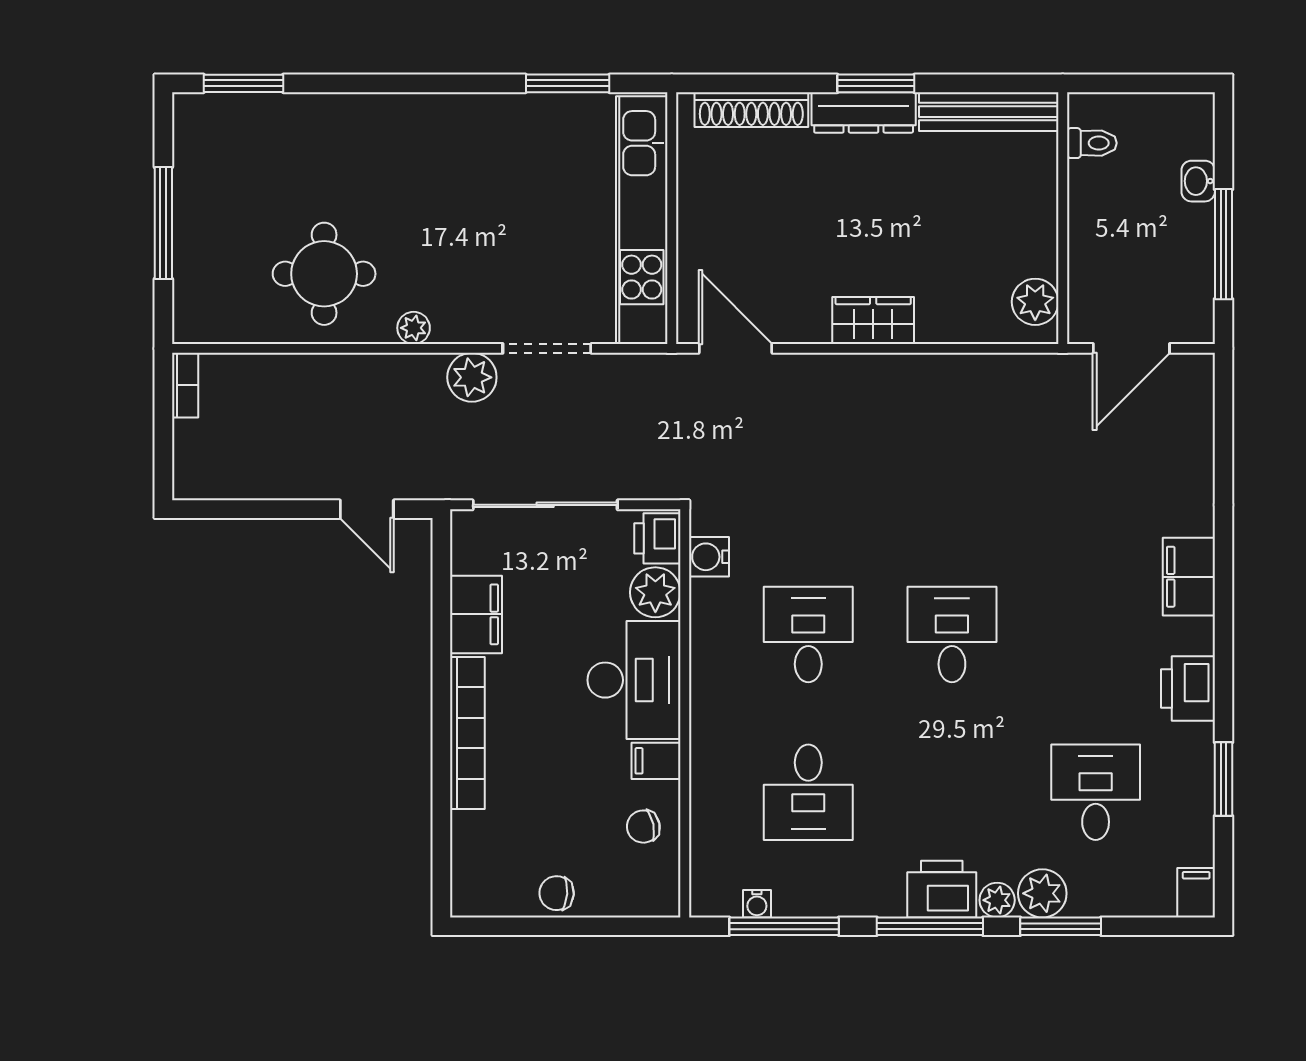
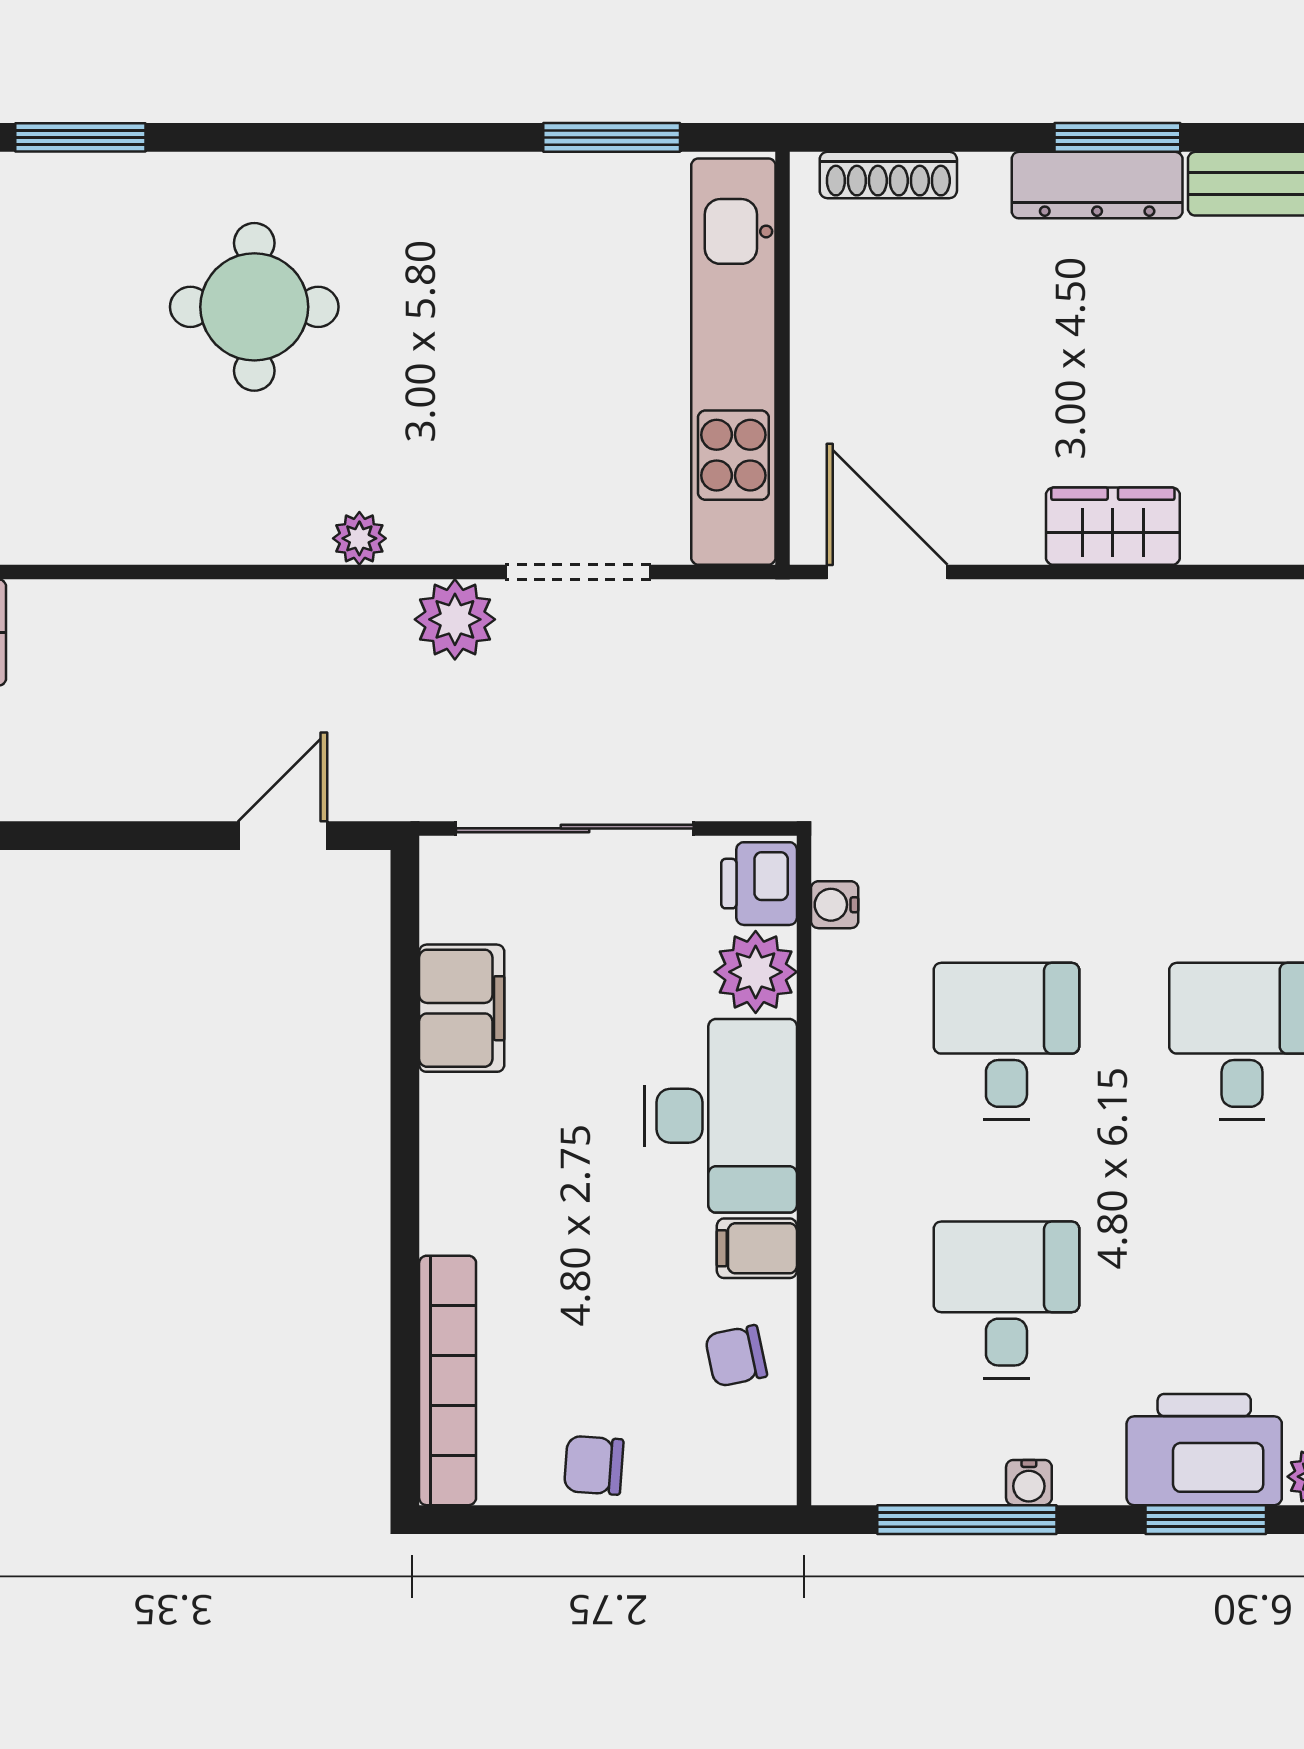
shoe rack: (751, 110) -> (888, 175), width x0.74, depth x0.81
round table: (324, 274) -> (254, 307), moved
door: (367, 509) -> (283, 836), swing flipped
water cooler: (709, 557) -> (835, 905), width x0.72, depth x0.72
bookcase: (467, 733) -> (448, 1380), moved
desk: (808, 792) -> (1006, 1300), turned 180
printer: (942, 889) -> (1204, 1450), width x1.37, depth x1.19
water cooler: (757, 904) -> (1029, 1483), moved
window: (930, 926) -> (1206, 1520), width x0.69

